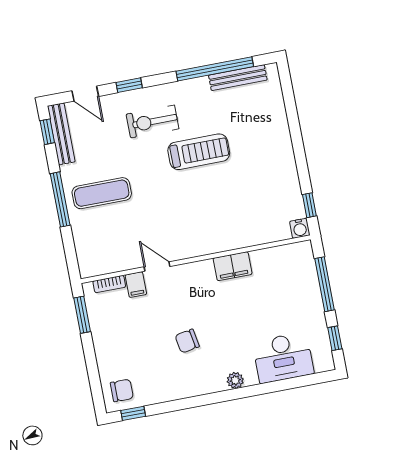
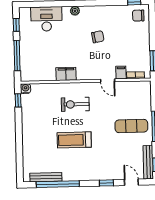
exercise bike: (153, 122) -> (75, 104), moved, turned 180

